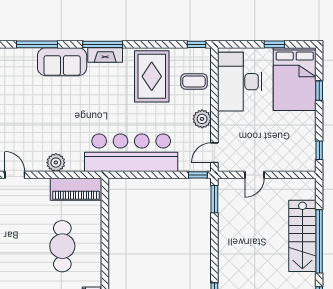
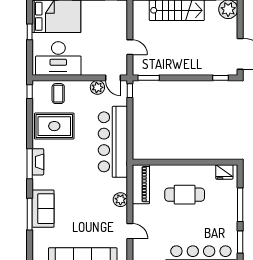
sofa: (62, 62) -> (43, 209), moved
plant: (202, 119) -> (97, 87), moved
door: (15, 175) -> (130, 231), swing flipped

